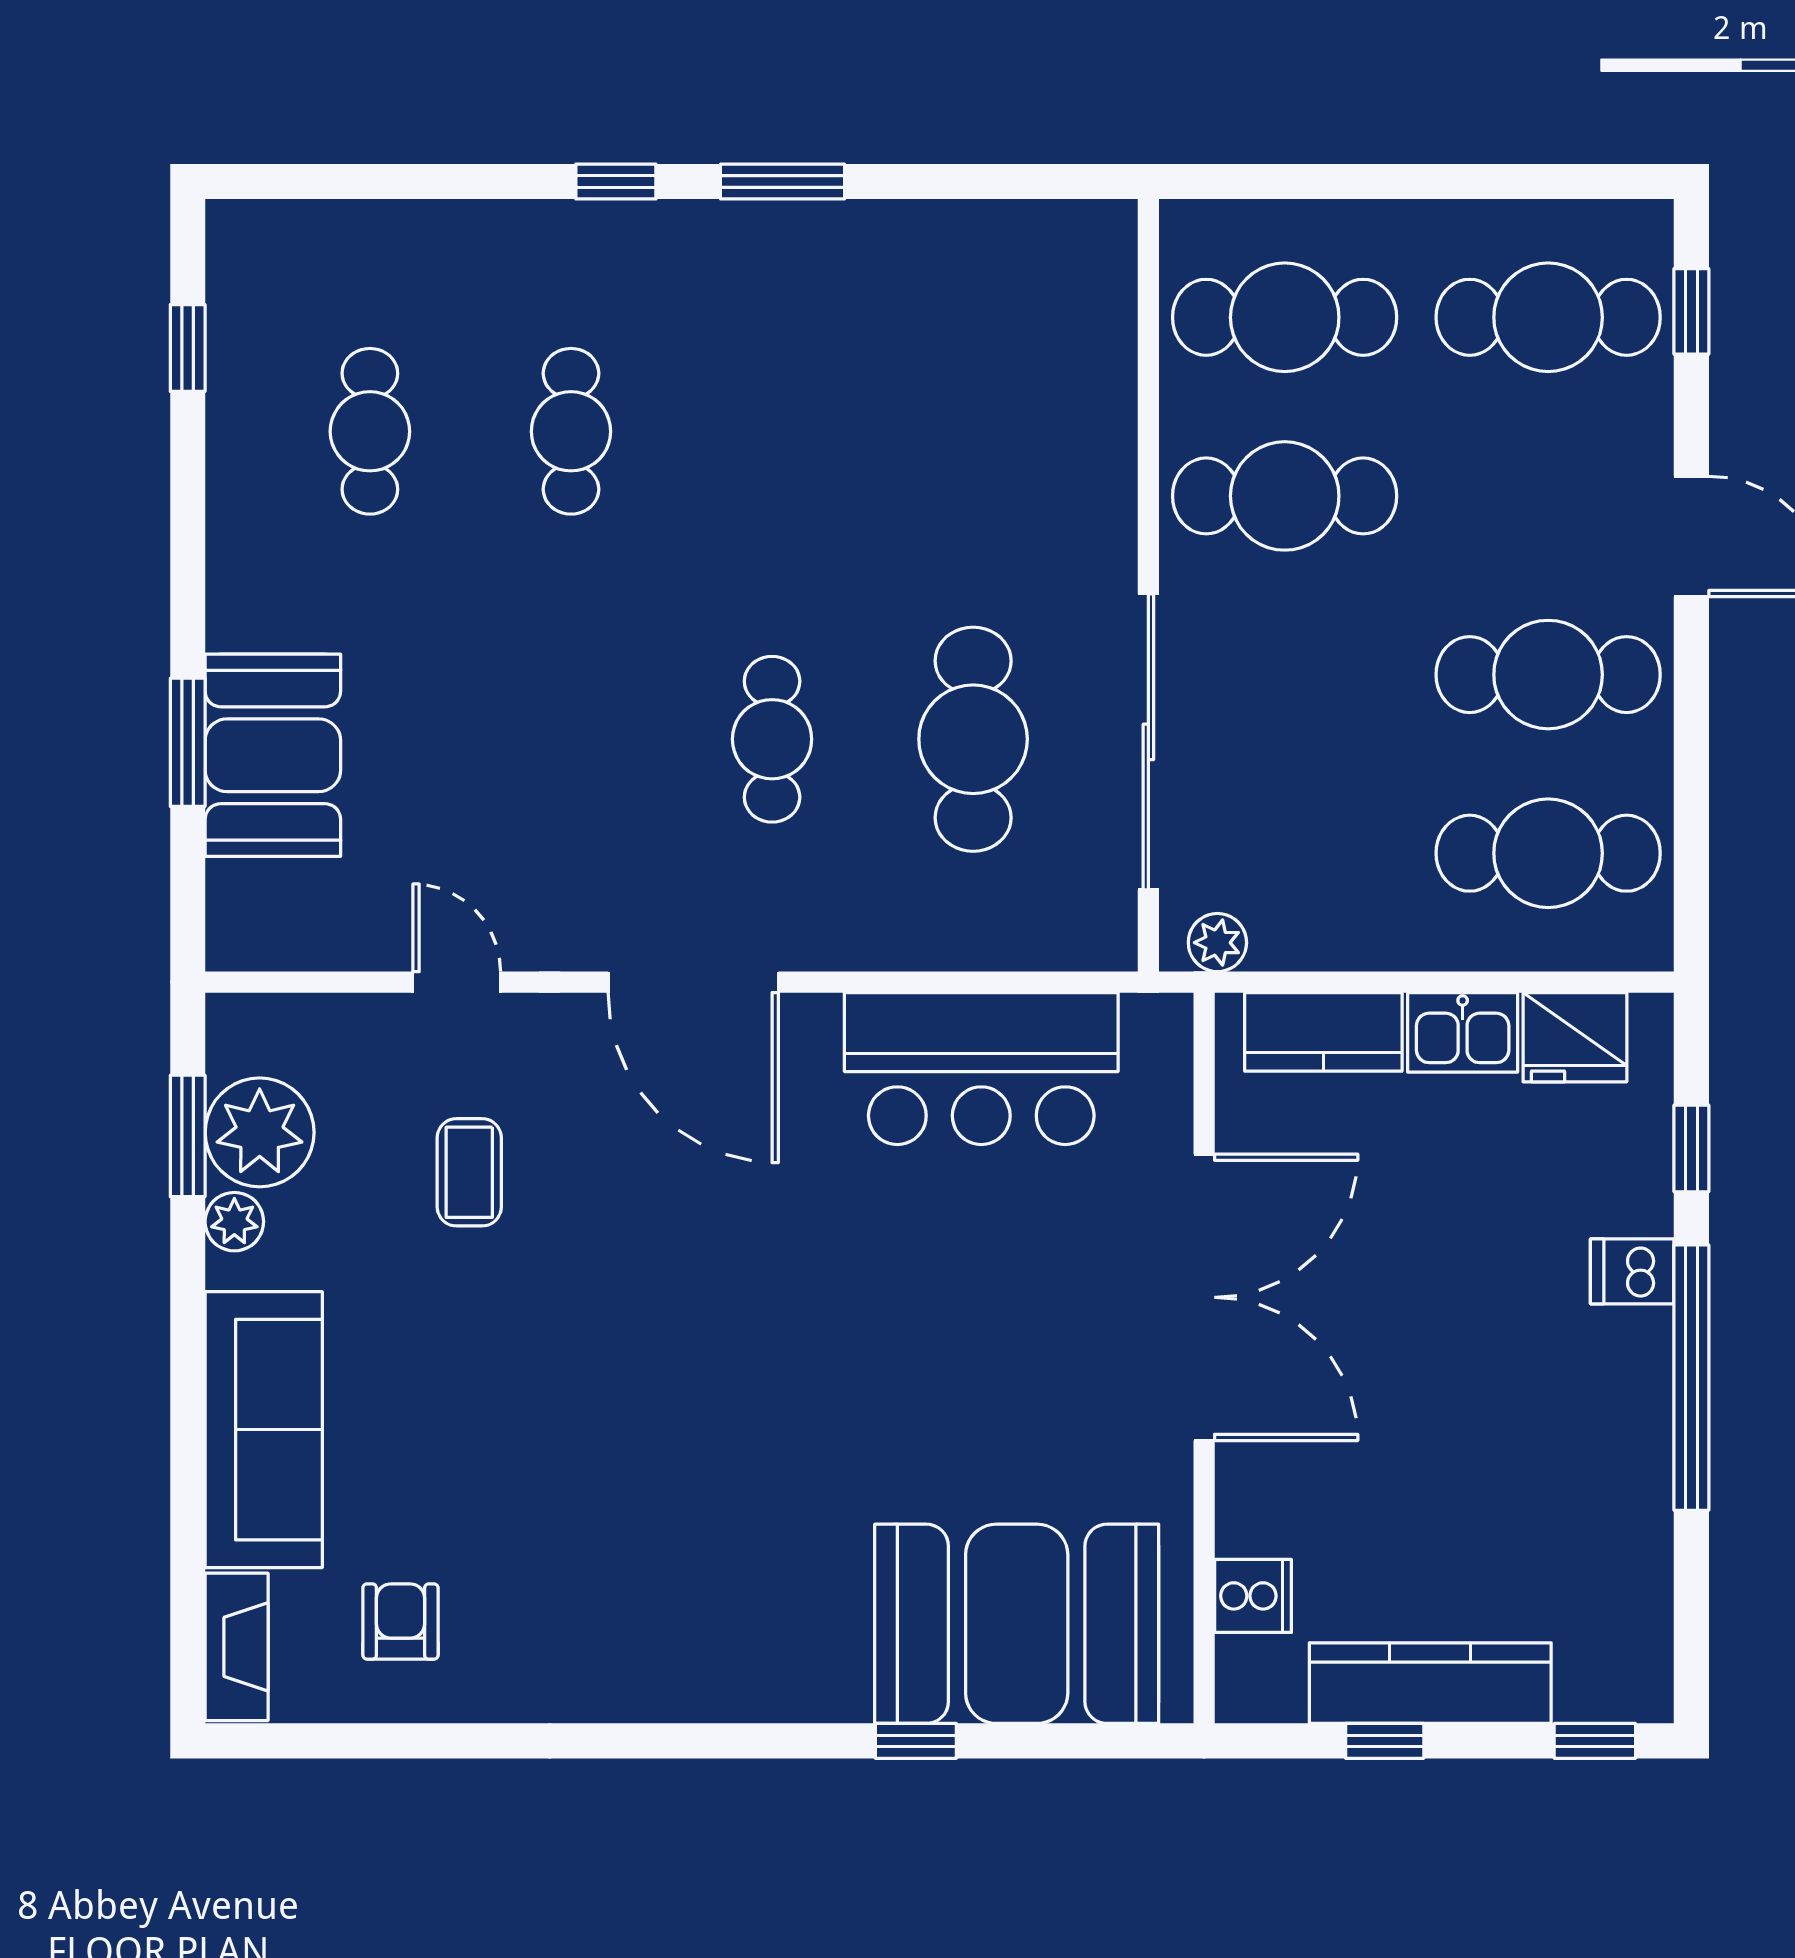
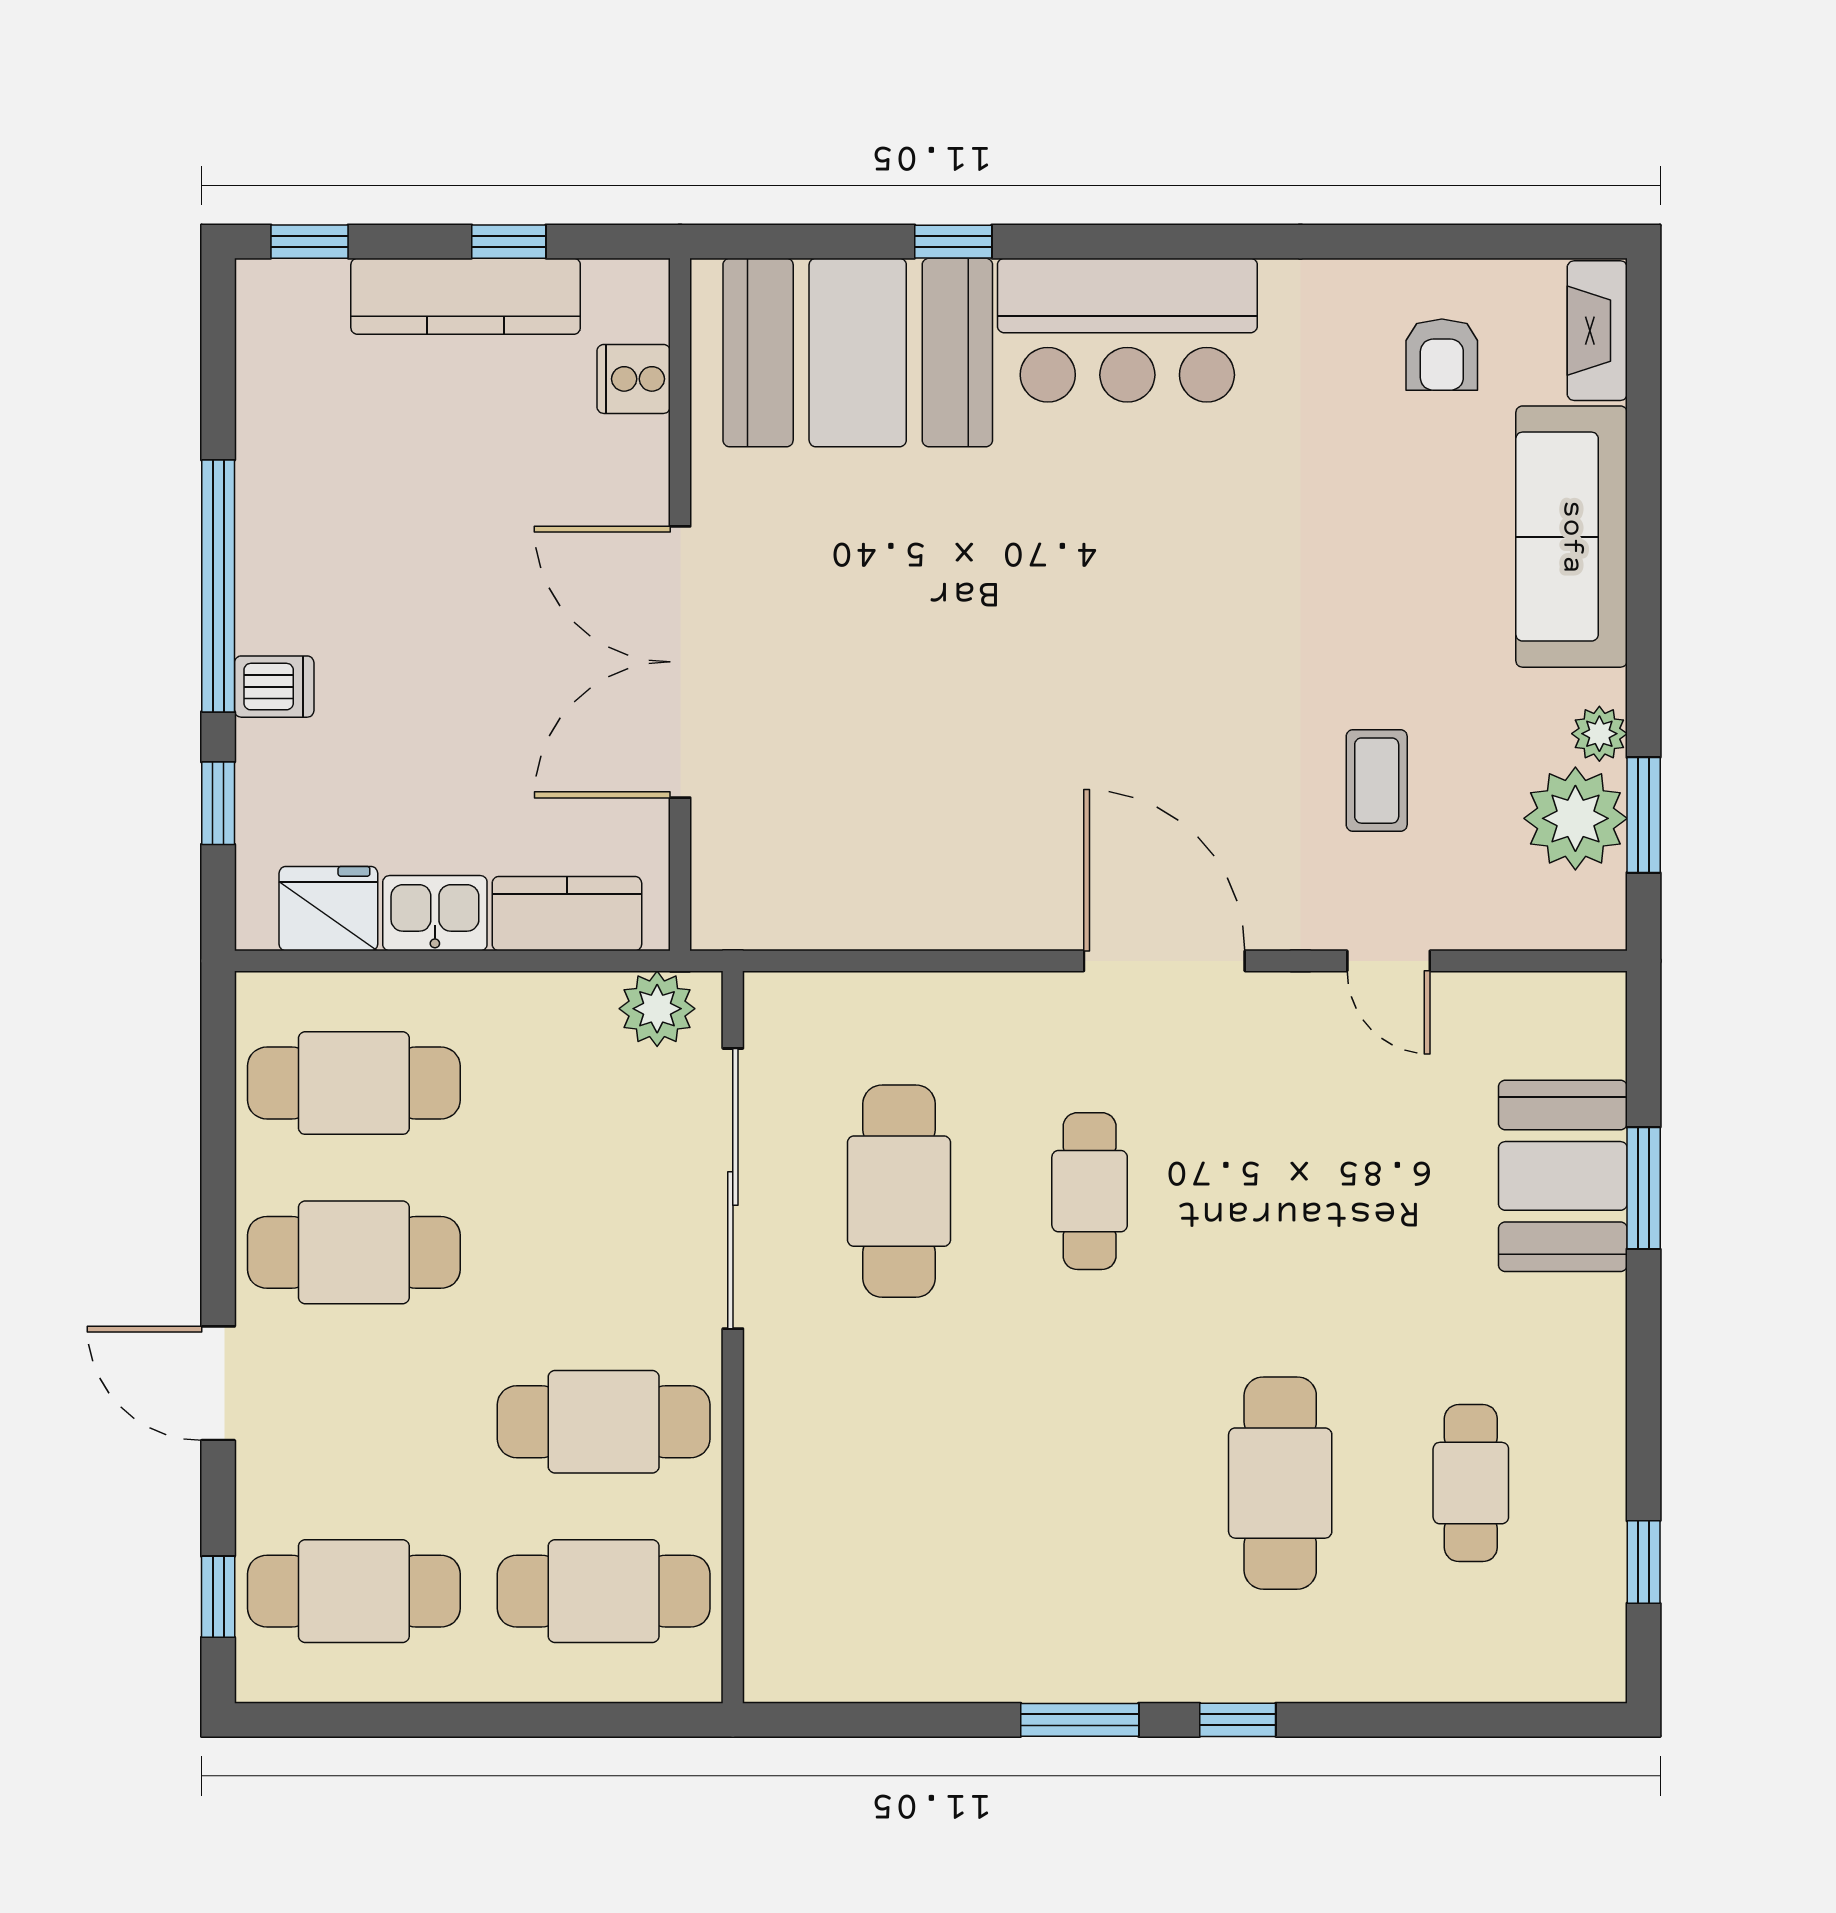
cafe table: (571, 431) -> (1280, 1483), width x1.37, depth x1.35
plant: (1217, 943) -> (657, 1009), width x1.38, depth x1.38
bar counter: (981, 1069) -> (1127, 330), moved, turned 180

